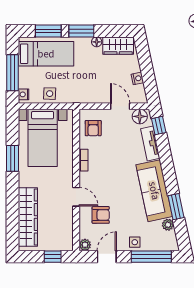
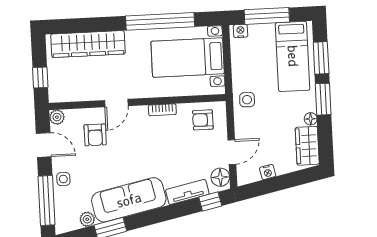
side table: (50, 94) -> (247, 100), moved
window: (13, 158) -> (160, 21), width x2.11

